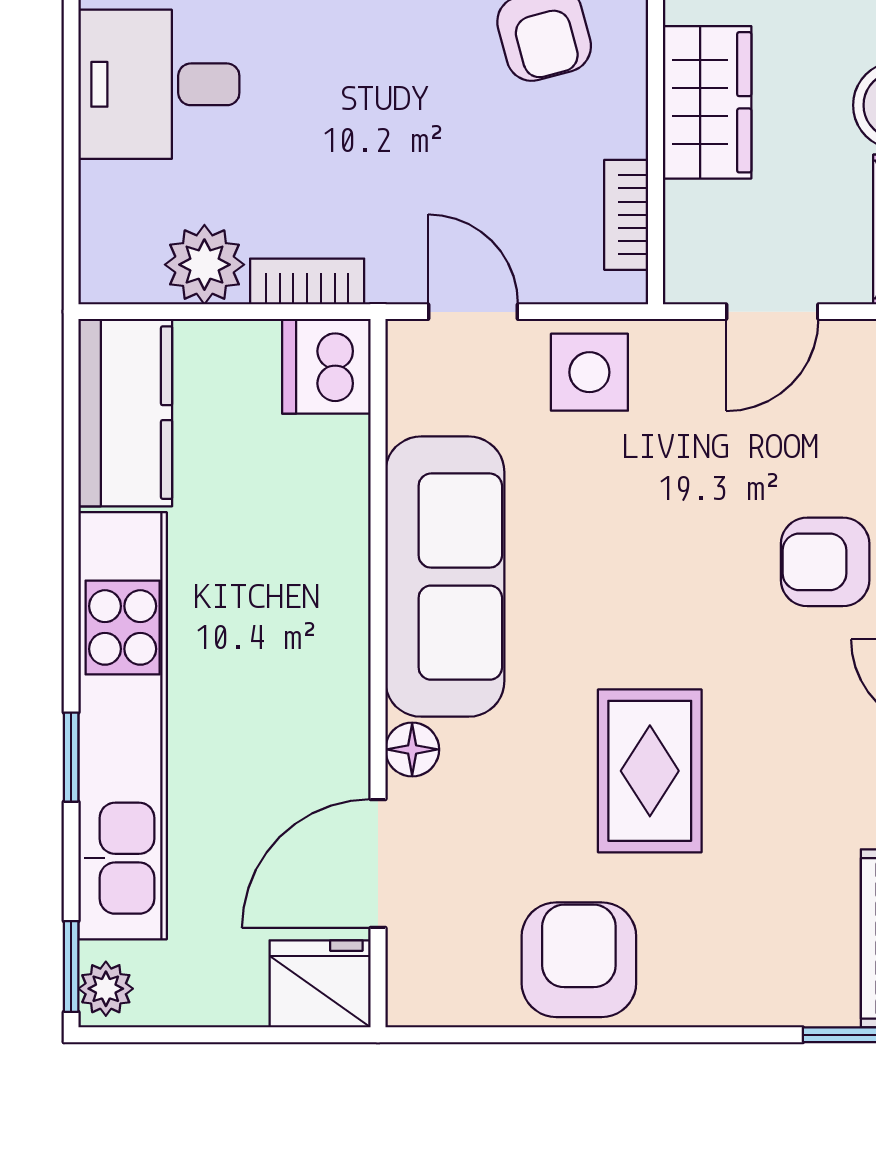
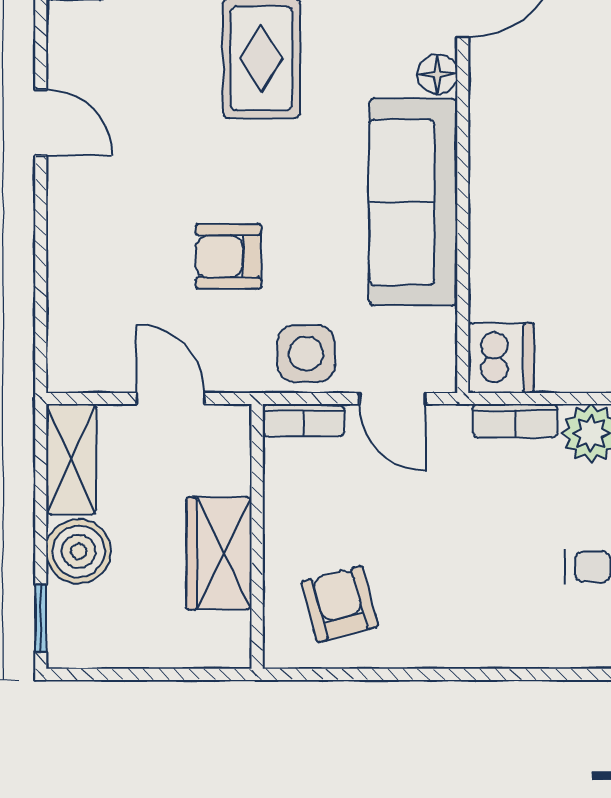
bookcase: (626, 215) -> (303, 420), moved, turned 90
door: (772, 312) -> (171, 398), hinge flipped
armchair: (825, 562) -> (228, 256), moved, turned 180

